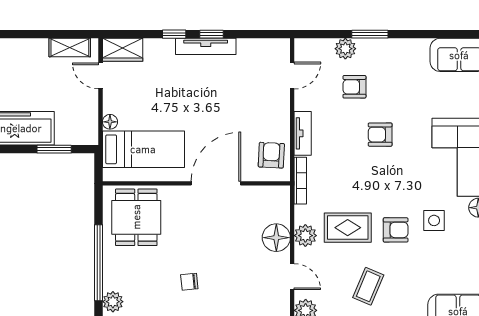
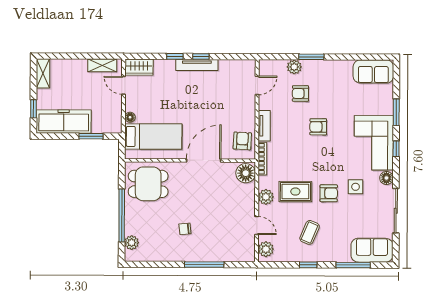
dining table: (136, 217) -> (148, 184), turned 90
floor lamp: (276, 238) -> (246, 173), moved

